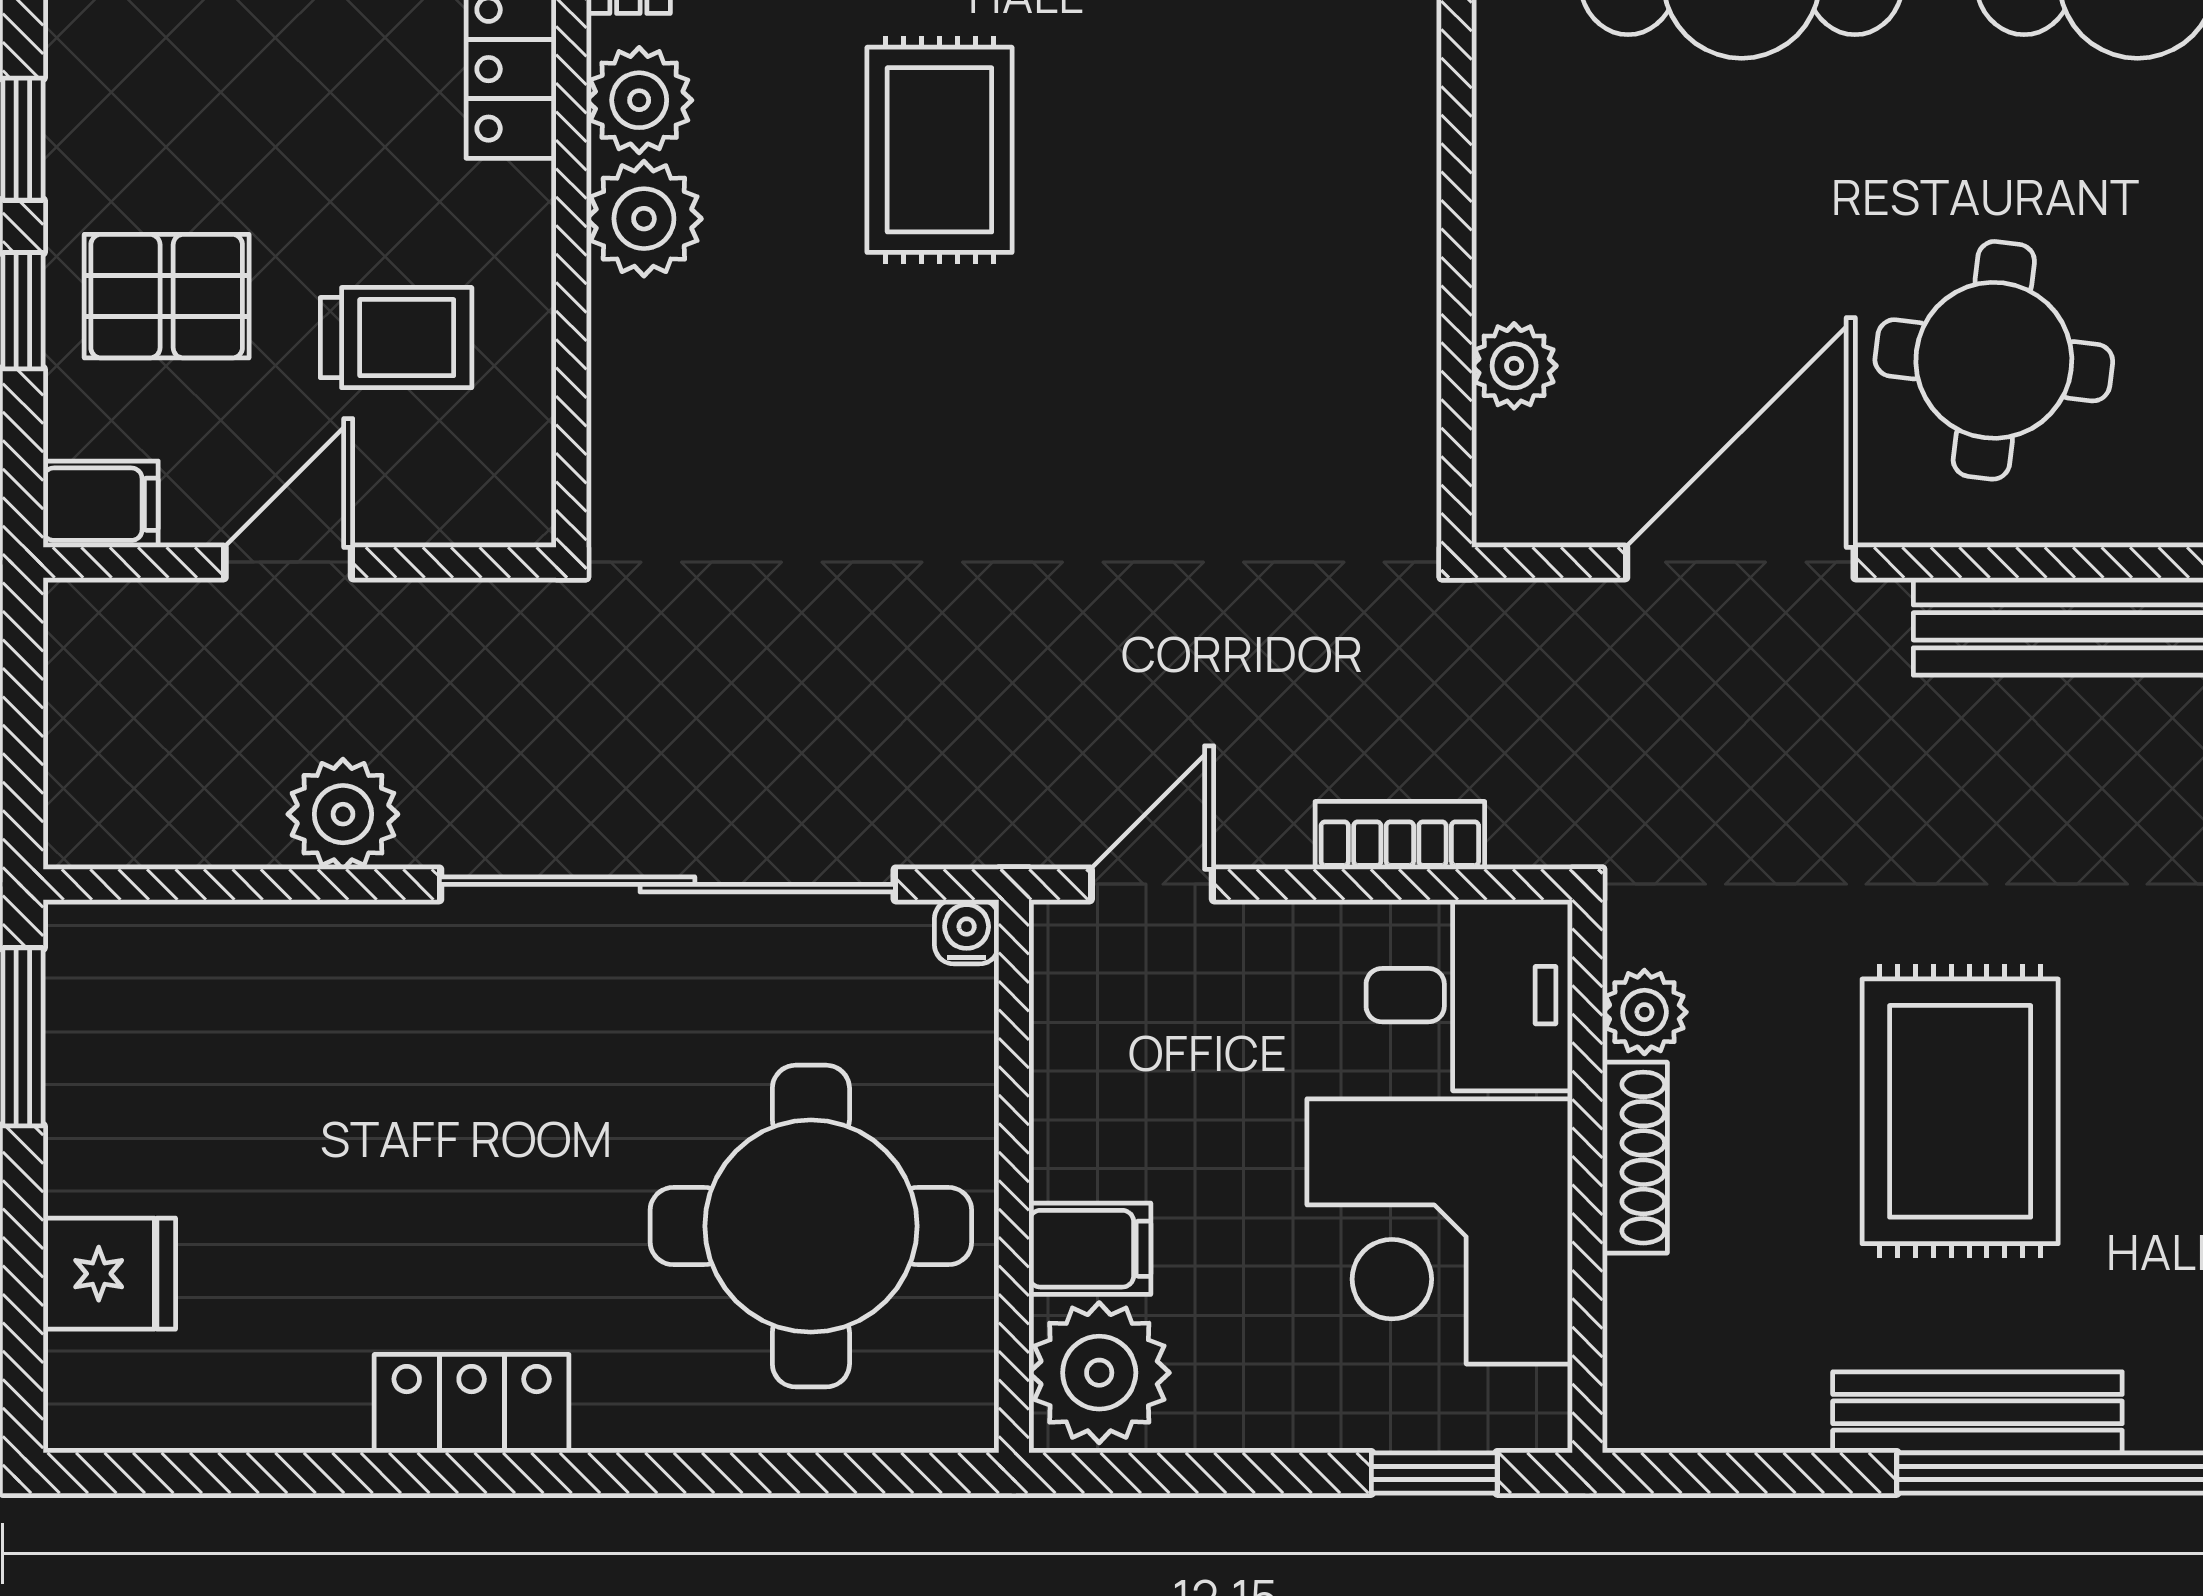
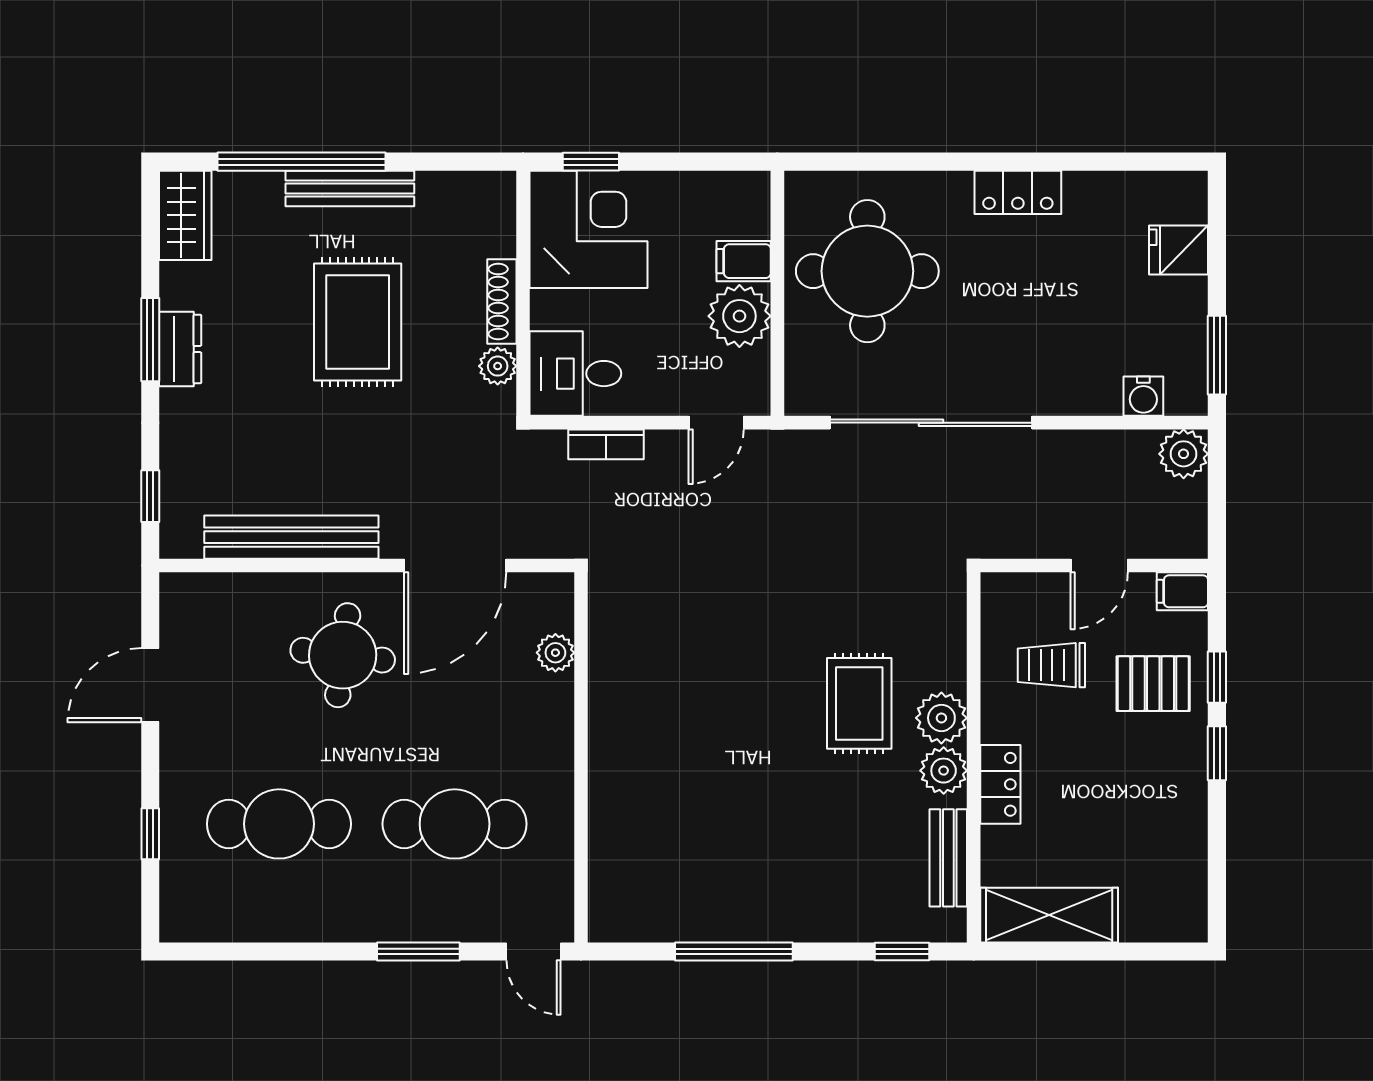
rug: (939, 150) -> (859, 703), moved
plant: (343, 814) -> (1184, 454), moved
water cooler: (967, 932) -> (1143, 396), moved, width x1.38, depth x1.38
corner desk: (1440, 1231) -> (588, 229), moved
plant: (1099, 1373) -> (739, 316), moved

